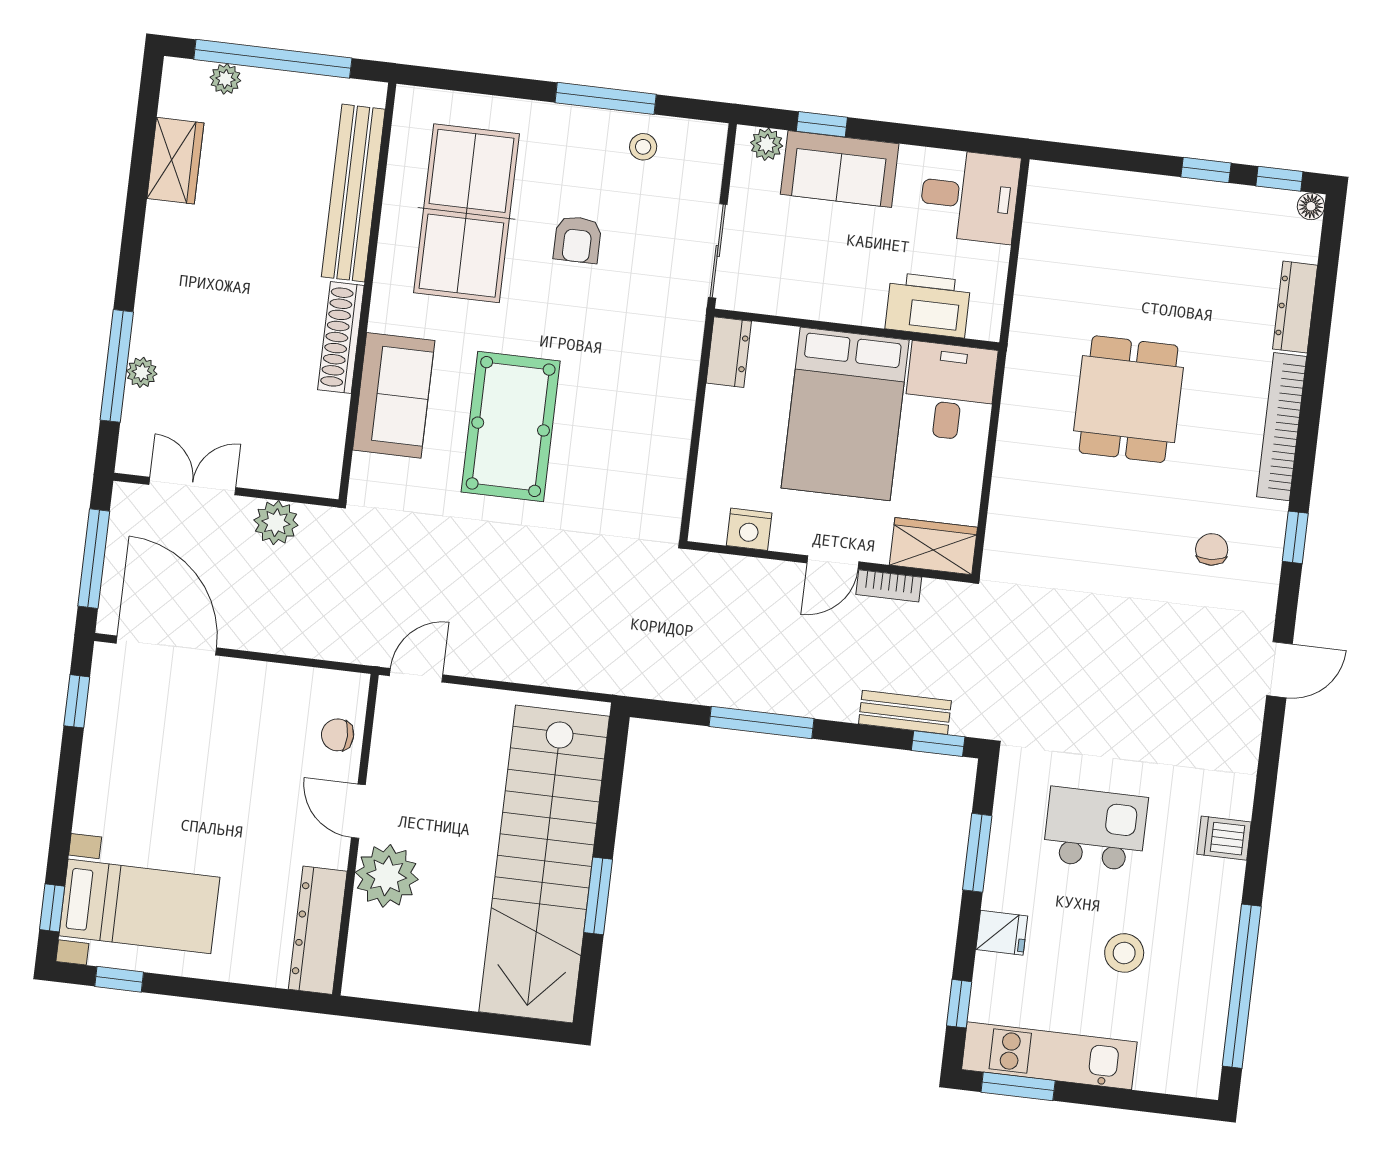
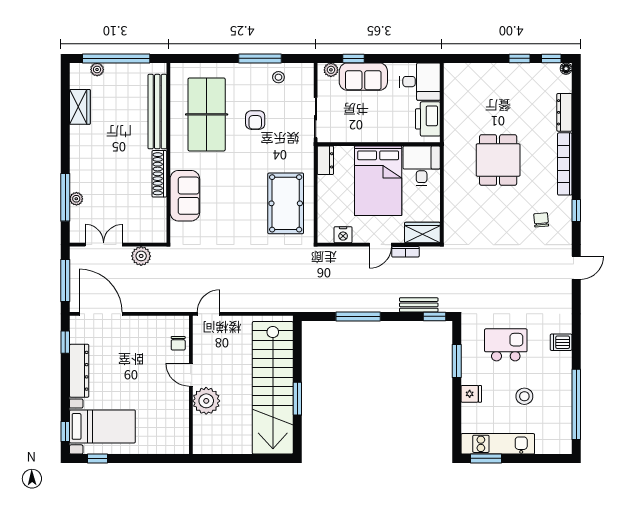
printer: (928, 305) -> (428, 119), moved, turned -90
pool table: (511, 427) -> (286, 203), moved
chair: (338, 735) -> (178, 343), turned -90
dresser: (318, 930) -> (79, 371), moved, turned 180
window: (959, 1004) -> (457, 426), removed

